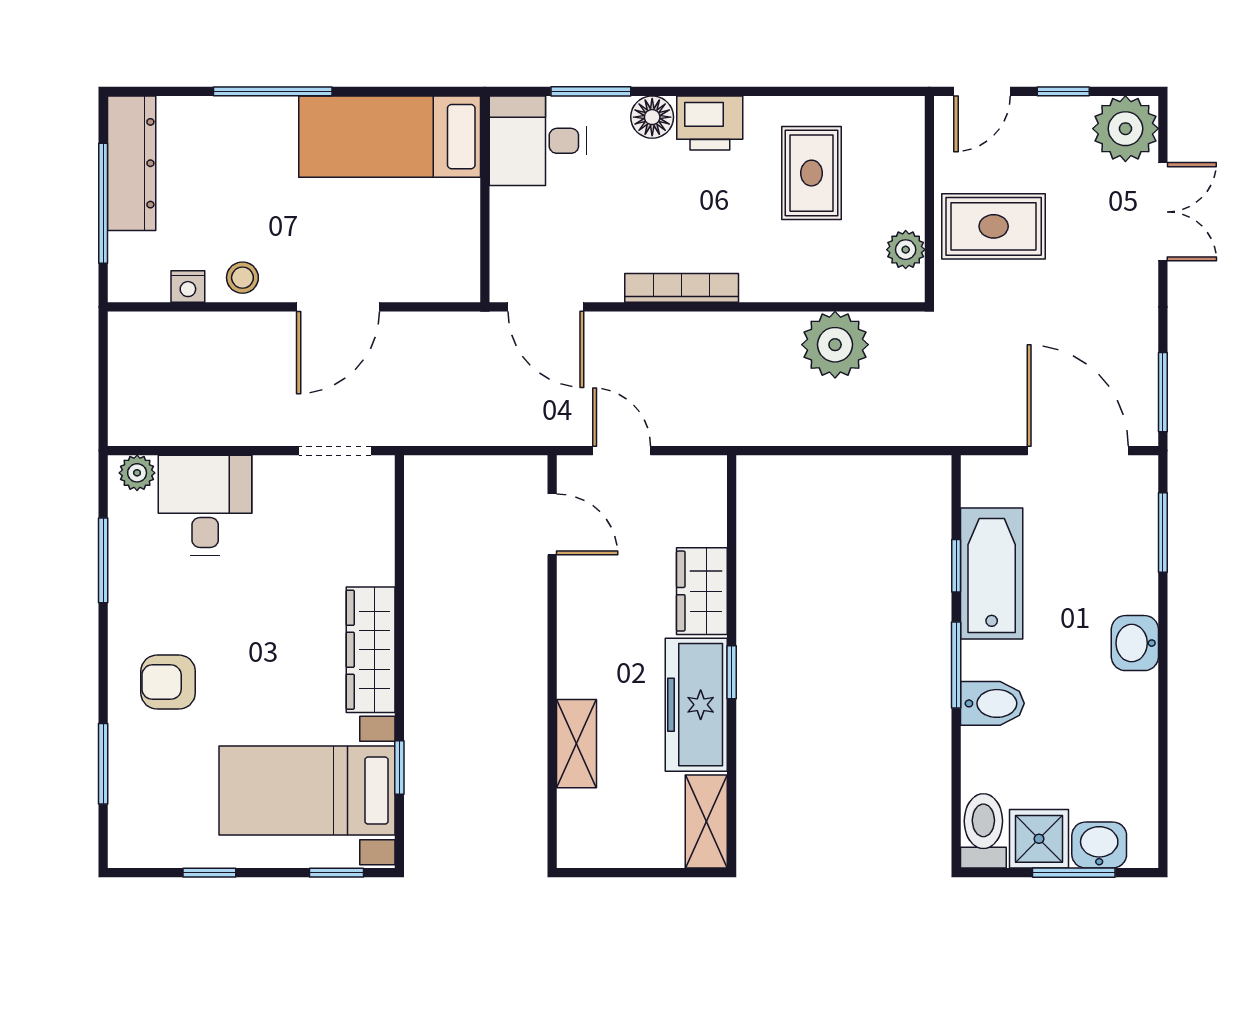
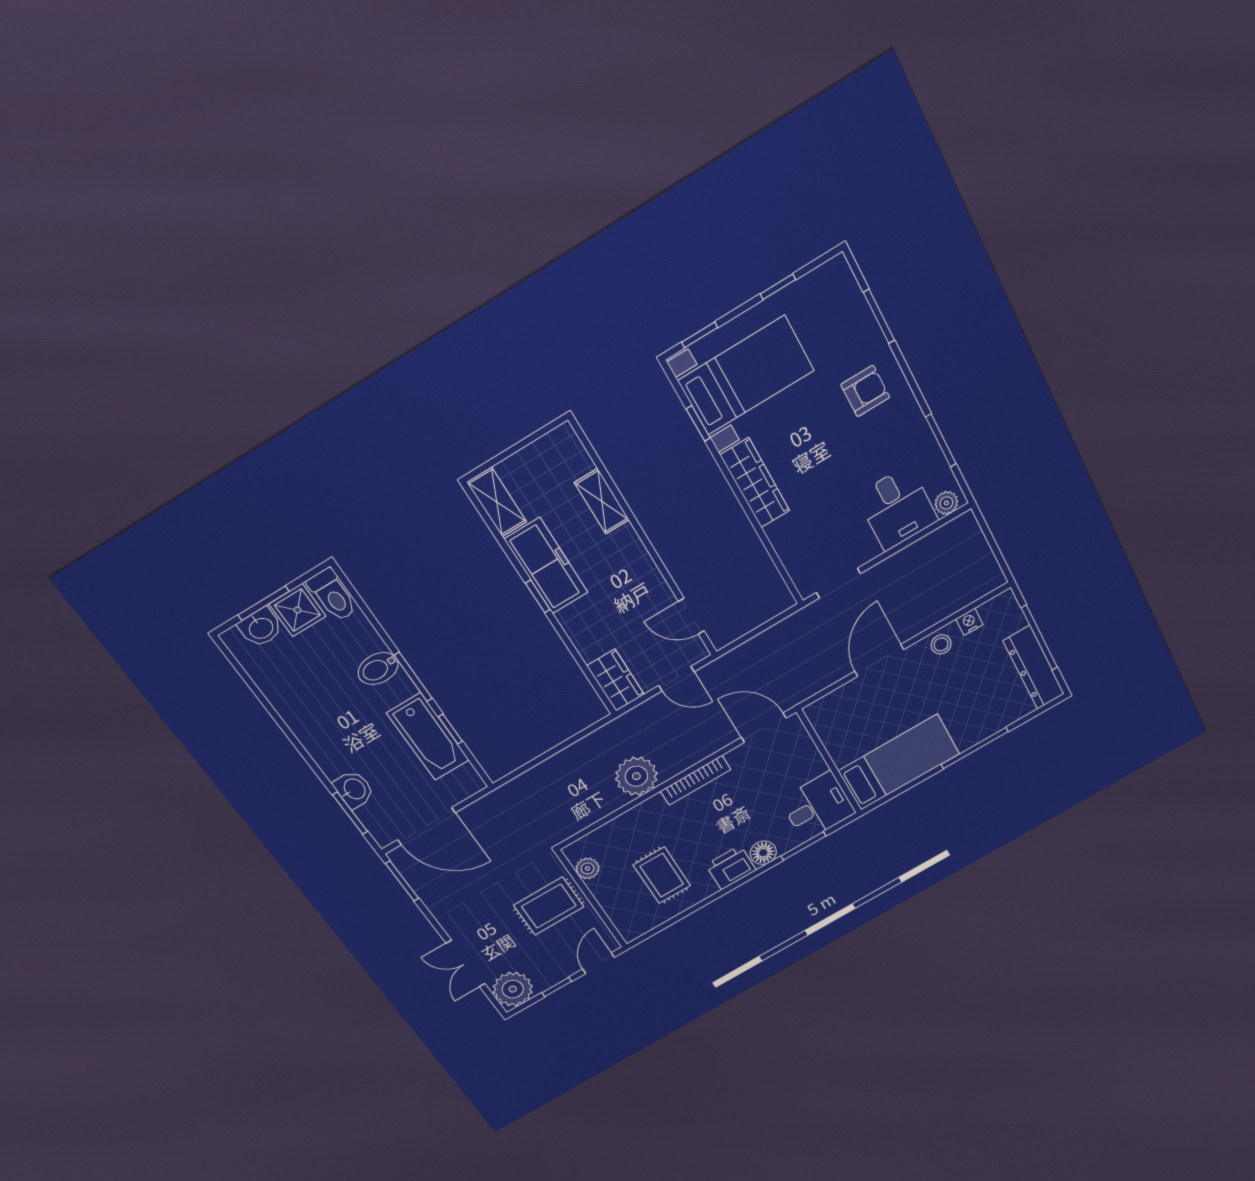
plant: (835, 345) -> (636, 776), moved
wardrobe: (702, 591) -> (615, 680), moved
washbasin: (1135, 643) -> (354, 789), moved

